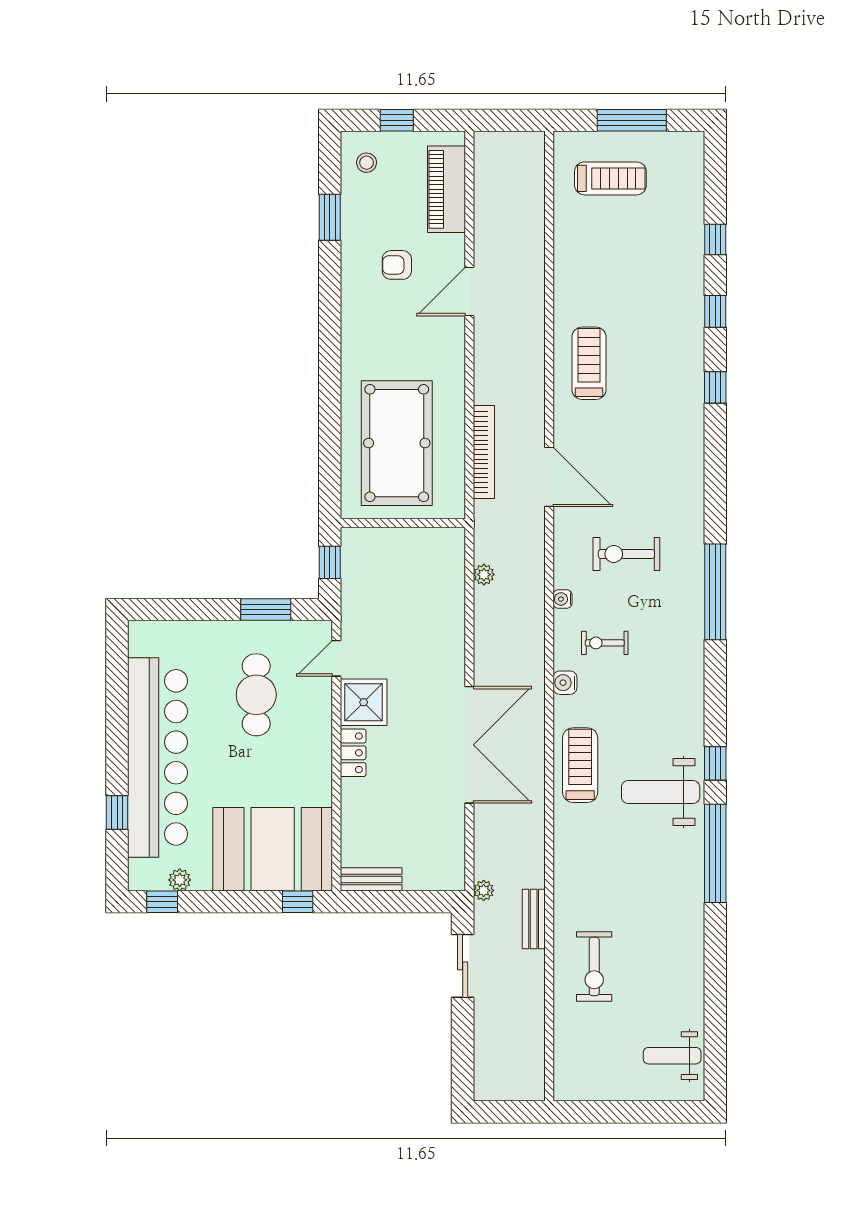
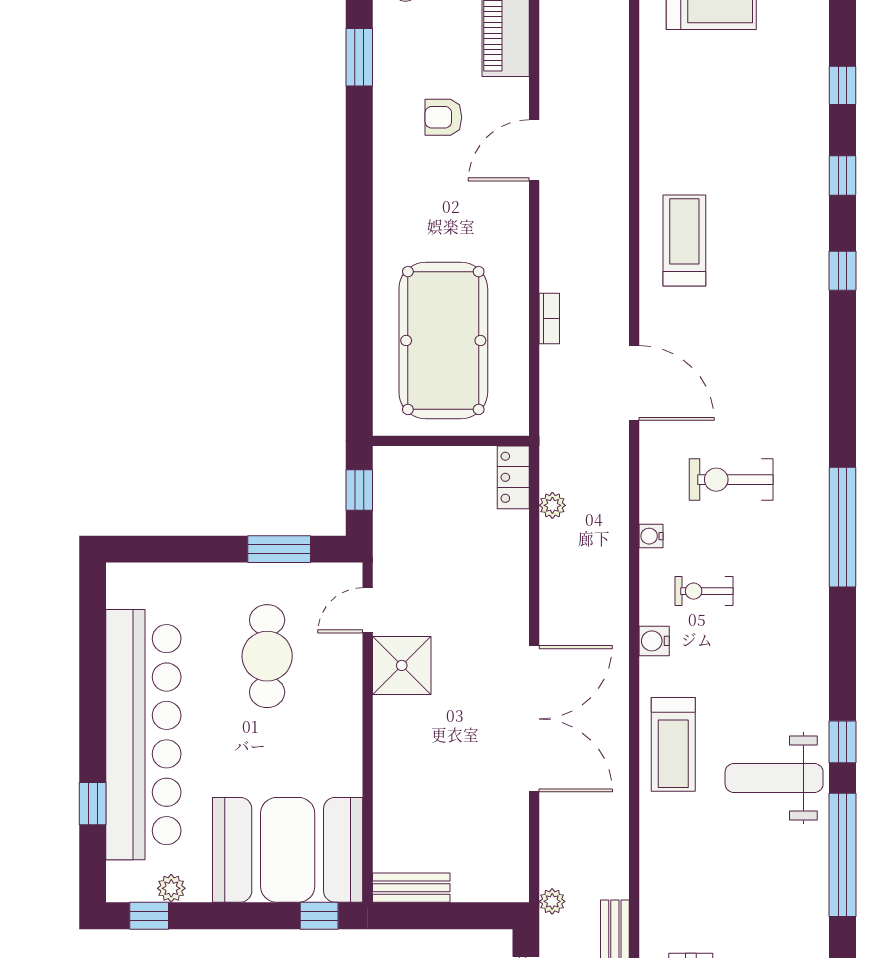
bookcase: (484, 452) -> (549, 319), width x0.43, depth x0.76
locker: (353, 753) -> (513, 477), moved, turned 180
treadmill: (580, 765) -> (673, 744), turned 180

